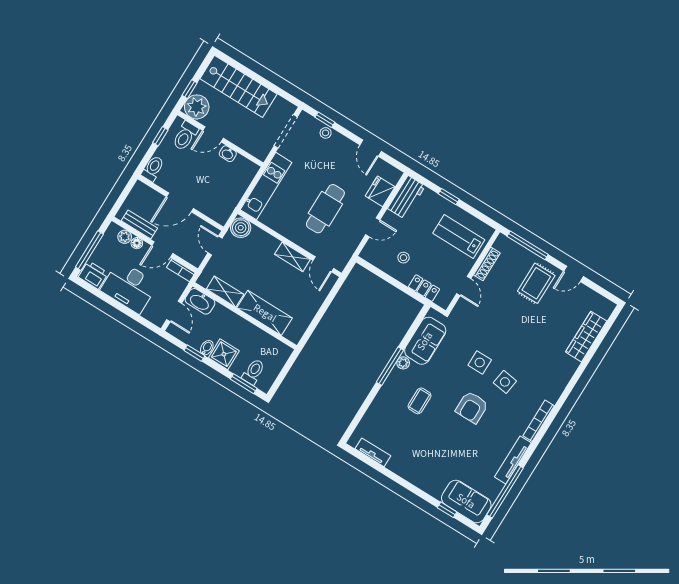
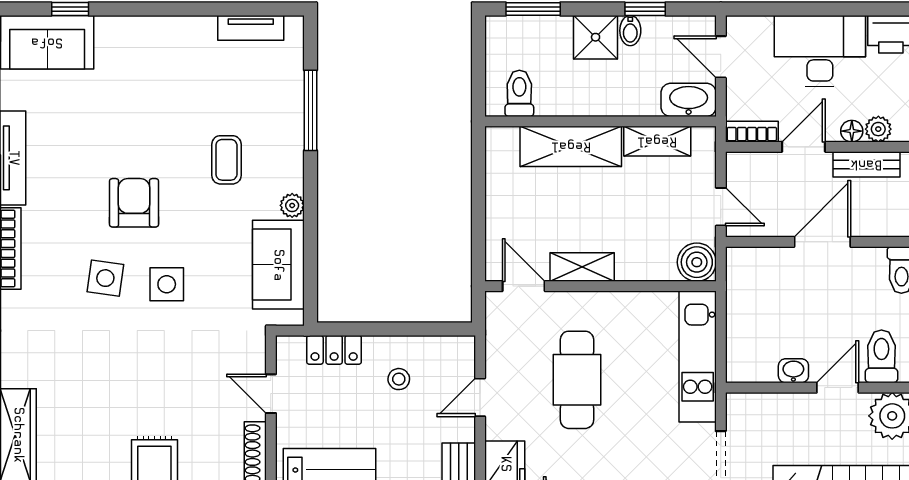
window: (390, 366) -> (311, 110), moved
toilet: (253, 372) -> (519, 93), moved, turned 180

